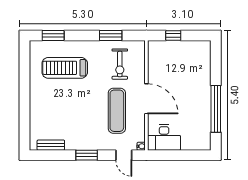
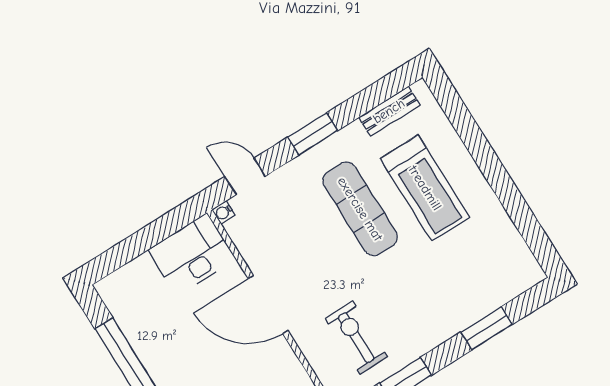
window: (53, 36) -> (487, 328), moved
treadmill: (65, 68) -> (425, 188), moved, turned 90
exercise mat: (117, 111) -> (360, 209), moved

